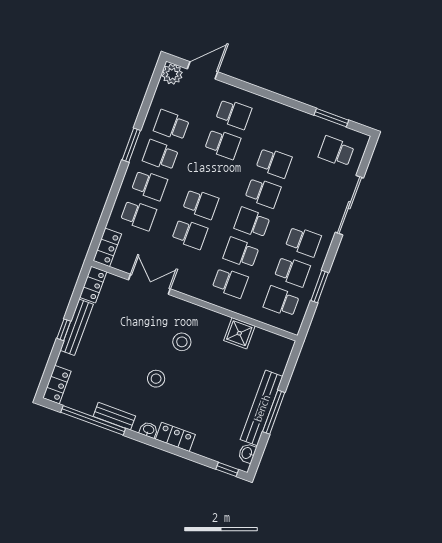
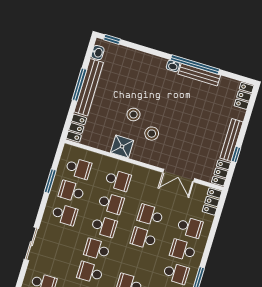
sliding door: (349, 205) -> (31, 244), width x0.73
school desk: (139, 215) -> (190, 227), turned 180
school desk: (303, 241) -> (65, 214), turned 180
school desk: (230, 283) -> (118, 180), turned 180
window: (64, 330) -> (236, 154), moved
shower: (239, 333) -> (122, 147), moved
stool: (156, 379) -> (133, 115), moved
bench: (114, 416) -> (199, 75), width x1.36
window: (93, 420) -> (195, 64), moved
locker: (175, 437) -> (76, 128), moved, turned -90

